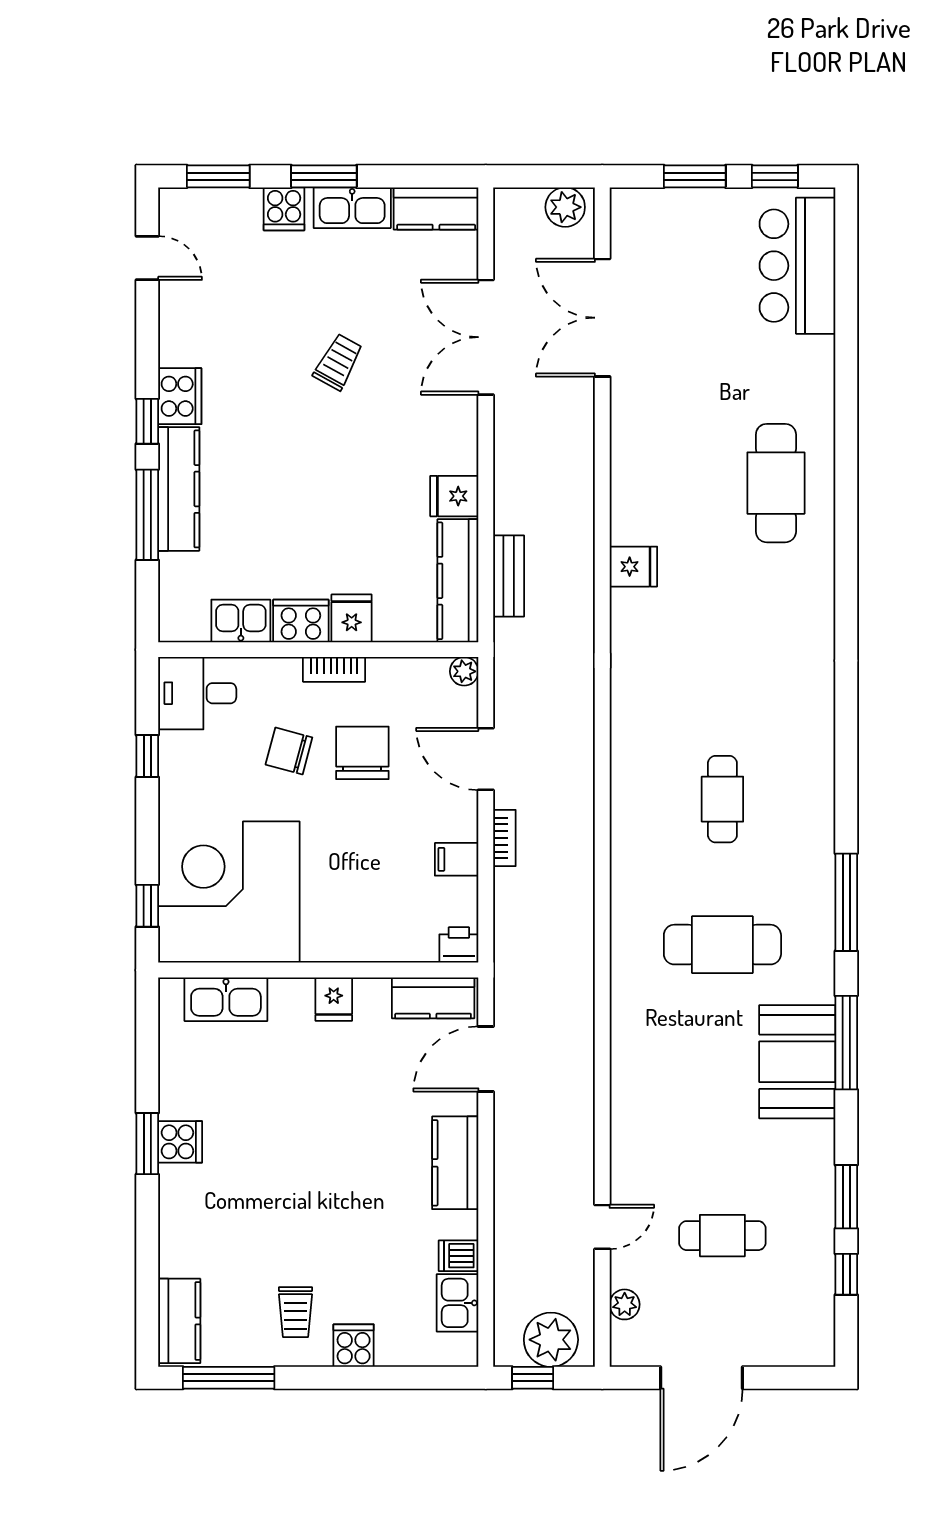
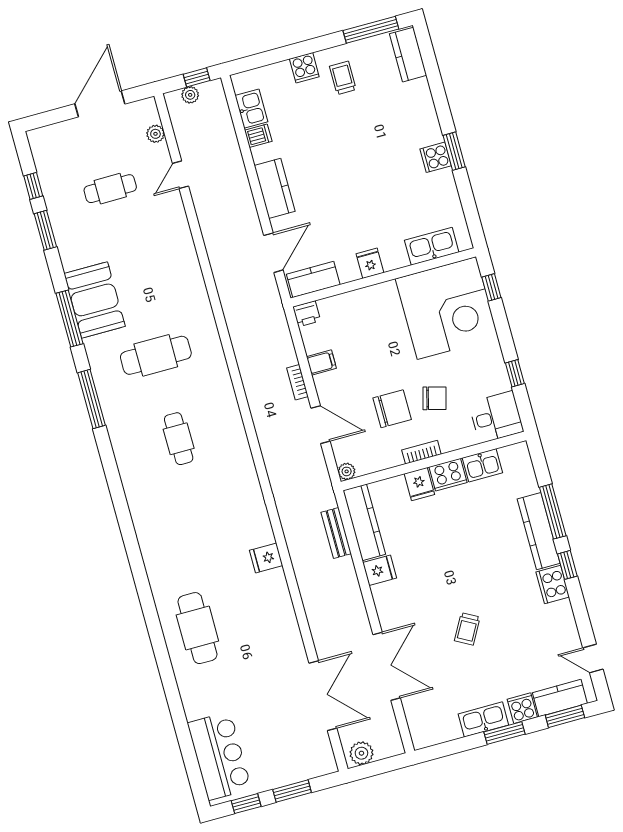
kitchen counter: (436, 209) -> (560, 698), moved
chair: (362, 753) -> (392, 409), turned -90
plant: (551, 1340) -> (190, 95), width x0.53, depth x0.53

